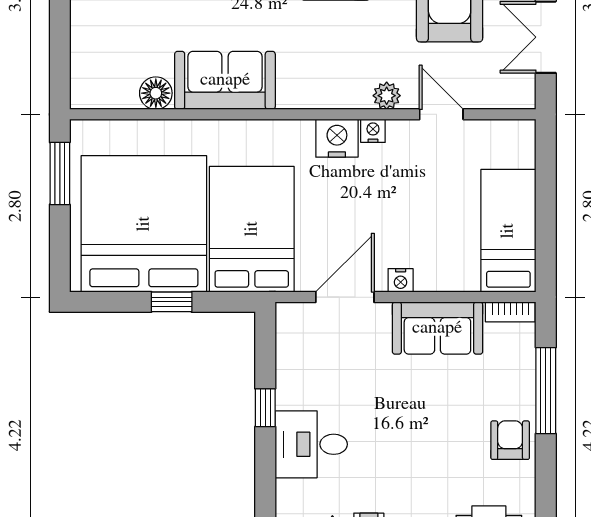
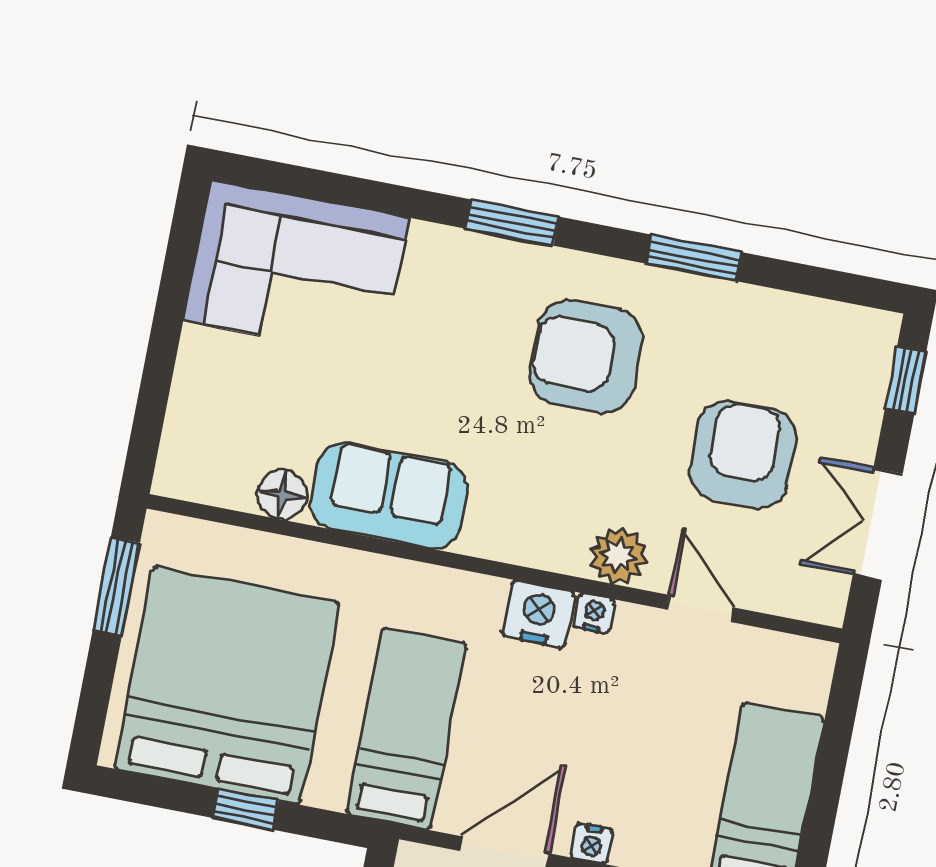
plant: (387, 96) -> (618, 556), width x1.38, depth x1.38
bed: (252, 229) -> (406, 729), width x0.67

